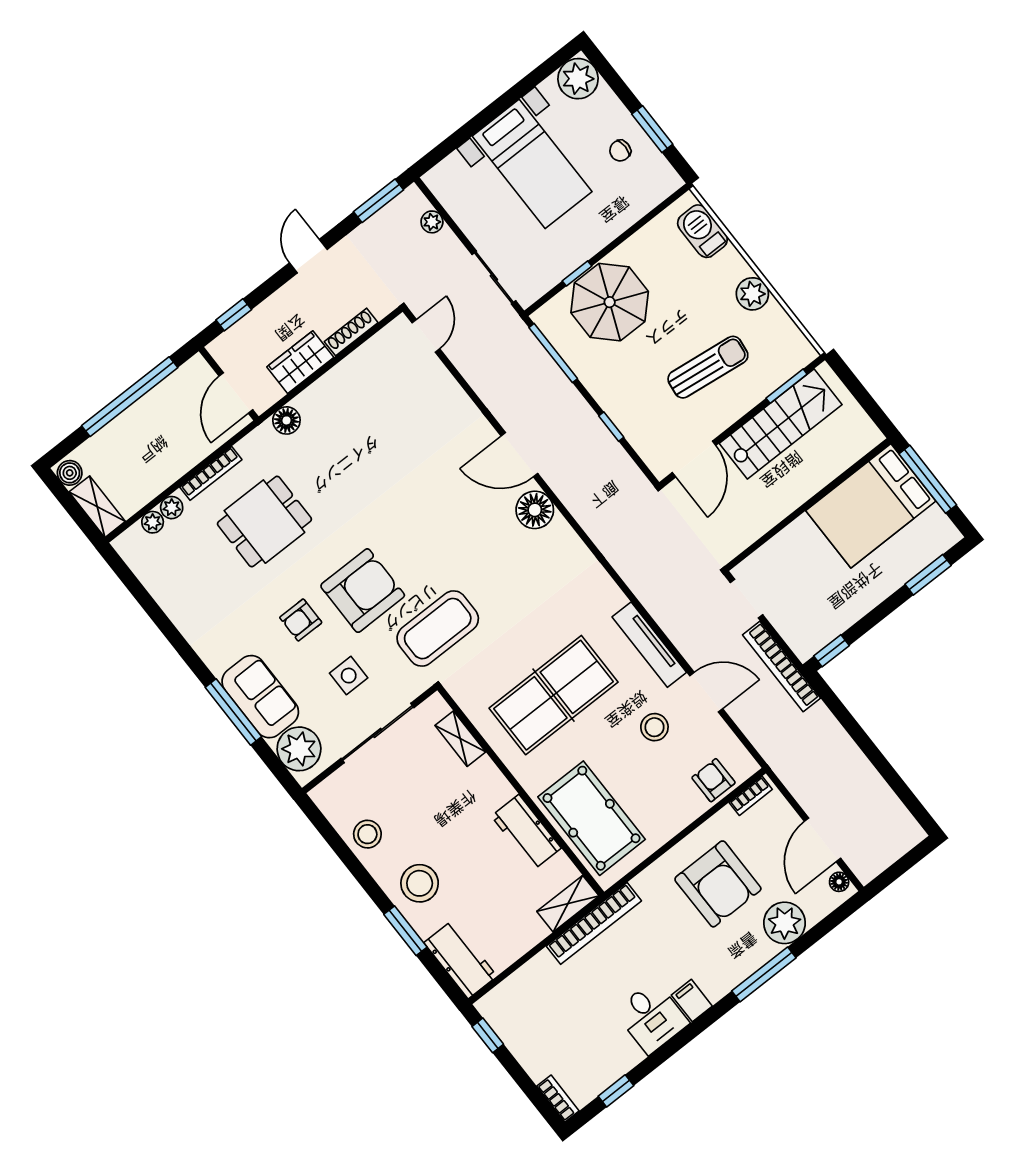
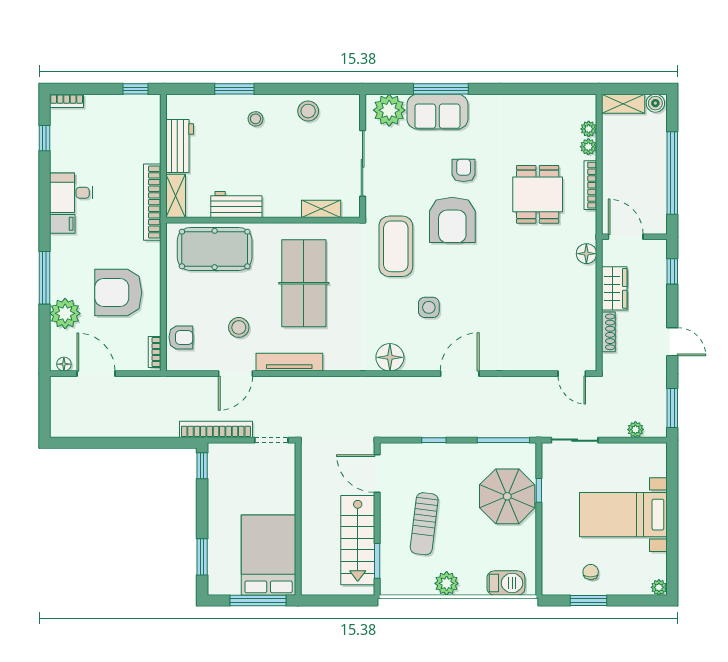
plant: (578, 79) -> (659, 587), width x0.53, depth x0.53
floor lamp: (535, 510) -> (390, 357), moved
side table: (349, 676) -> (429, 307), moved
stool: (420, 883) -> (256, 119), width x0.53, depth x0.53
workbench: (460, 959) -> (180, 146), moved, turned -90

